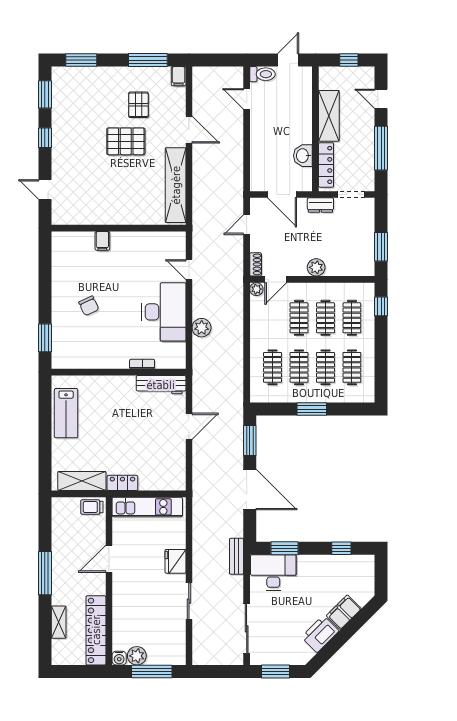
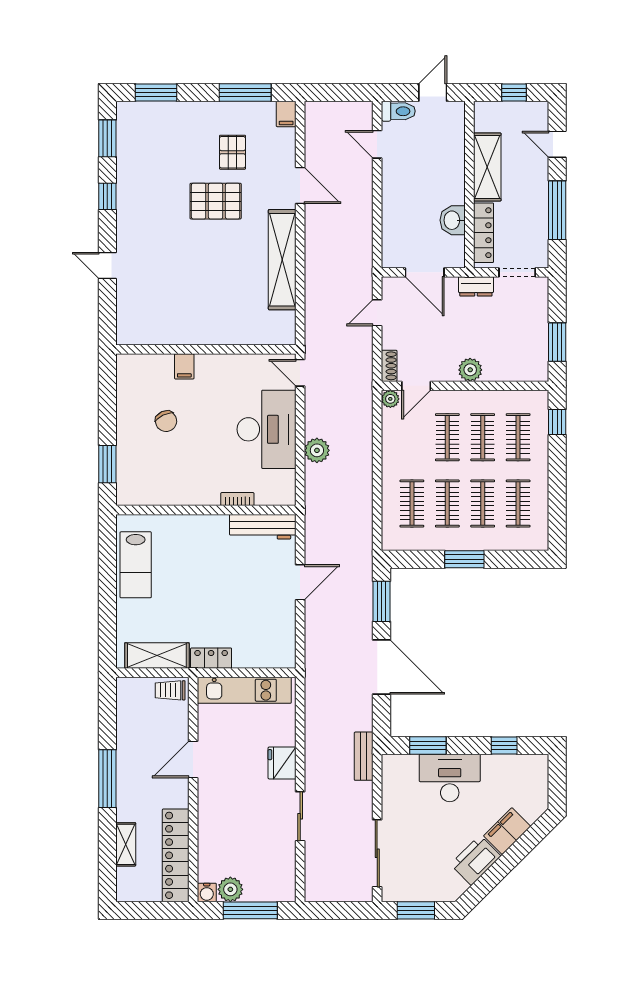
wall: (119, 228) -> (206, 349), moved
filing cabinet: (102, 241) -> (184, 366), moved
desk: (273, 572) -> (450, 778), moved

